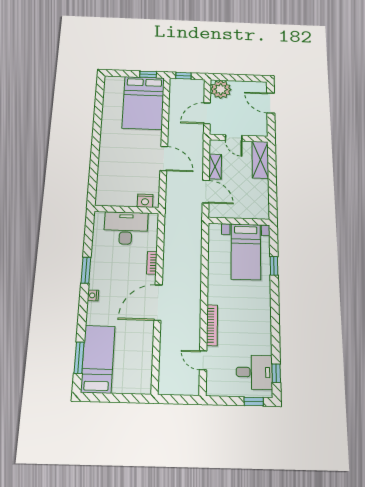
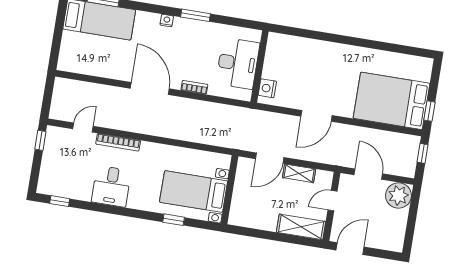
door: (271, 103) -> (350, 249), moved
desk: (254, 372) -> (111, 186), moved
window: (254, 401) -> (40, 140), moved

